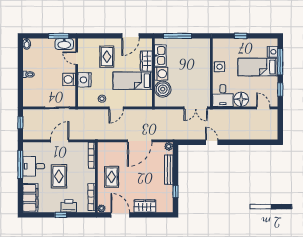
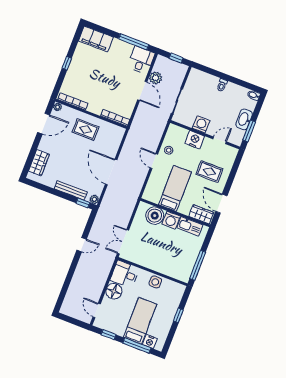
window: (177, 36) -> (198, 265), moved
washbasin: (64, 44) -> (244, 119), moved
wardrobe: (146, 61) -> (201, 214), moved
door: (263, 108) -> (97, 310), swing flipped
plant: (44, 134) -> (155, 78), added
desk: (34, 166) -> (141, 60), moved
rug: (59, 176) -> (107, 76), removed
window: (175, 191) -> (83, 203), moved
printer: (69, 206) -> (73, 75), removed
wardrobe: (145, 206) -> (39, 163), moved

